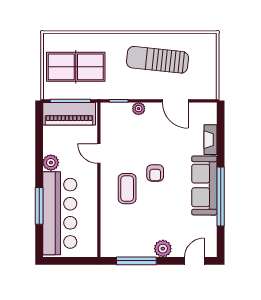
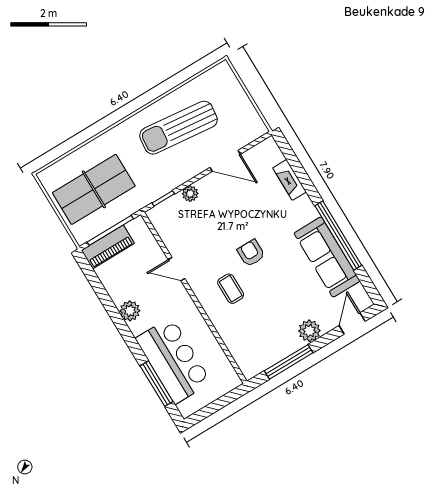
piano: (69, 114) -> (108, 247), width x0.73, depth x0.75
armchair: (155, 173) -> (251, 253), turned 180
sofa: (204, 185) -> (327, 257), moved
coffee table: (127, 189) -> (231, 289), width x0.73, depth x0.77
window: (39, 206) -> (157, 384), moved
bar counter: (60, 213) -> (173, 360), width x0.73

